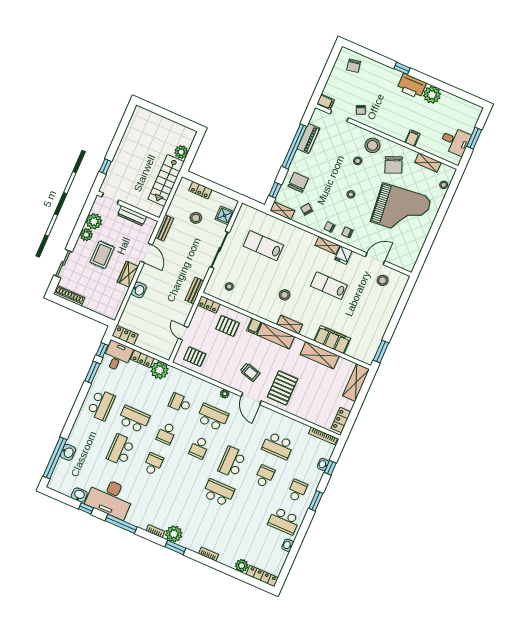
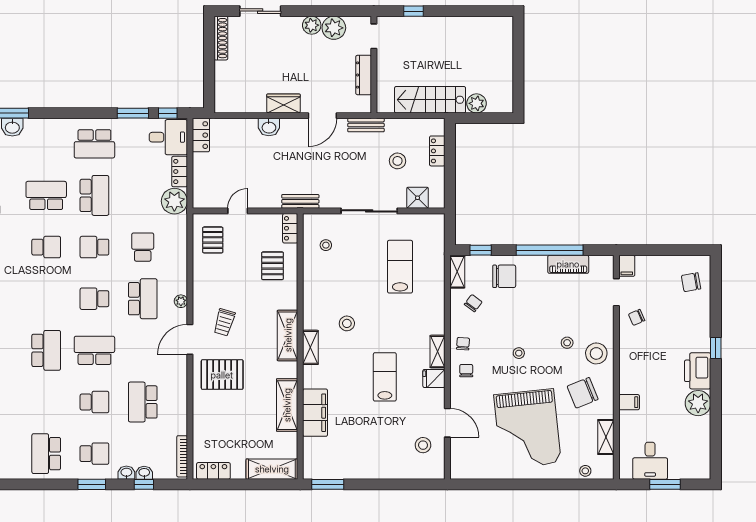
rug: (102, 255) -> (294, 58), removed
filing cabinet: (254, 326) -> (288, 301), removed
washbasin: (288, 545) -> (126, 473), moved

